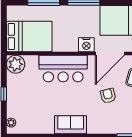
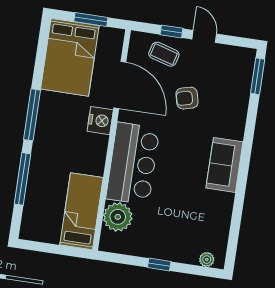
bed: (29, 36) -> (81, 211), width x0.67
plant: (16, 64) -> (118, 217), moved

